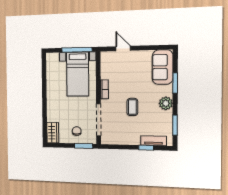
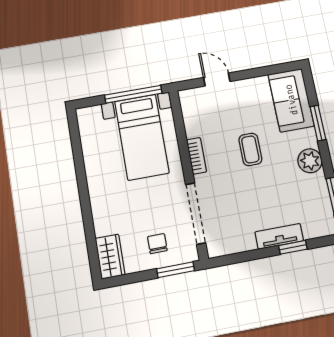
coffee table: (132, 107) -> (250, 149), moved
tv unit: (153, 141) -> (279, 236), moved

